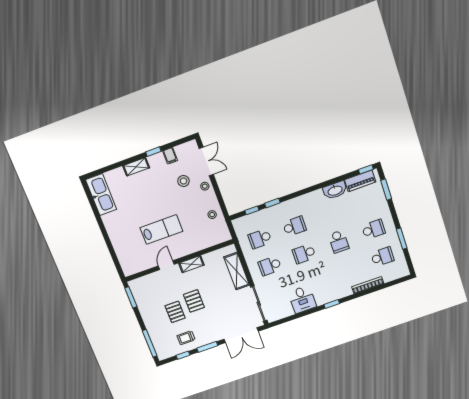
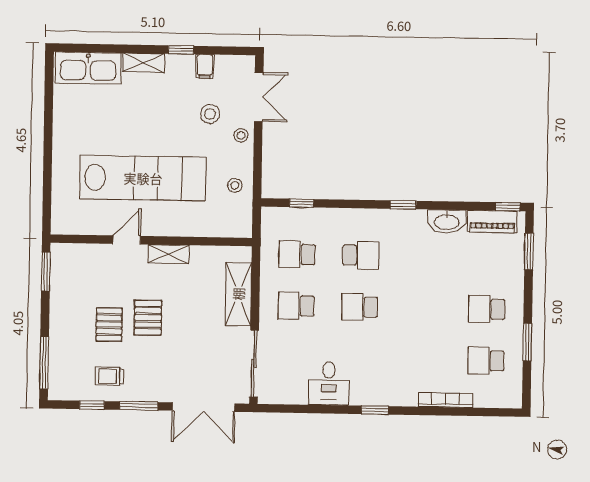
kitchen sink: (101, 195) -> (88, 68), moved, turned 90
window: (272, 203) -> (403, 205), moved
lab bench: (161, 229) -> (143, 178), width x1.86, depth x1.39
school desk: (373, 229) -> (487, 309), turned 180
school desk: (339, 242) -> (423, 308), removed
school desk: (382, 257) -> (486, 361), turned 180

